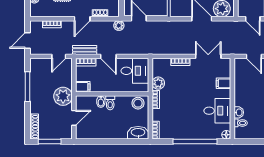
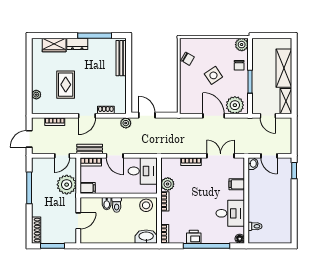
plant: (63, 96) -> (67, 185), moved
washbasin: (239, 112) -> (253, 164), moved
printer: (183, 133) -> (194, 237), added

